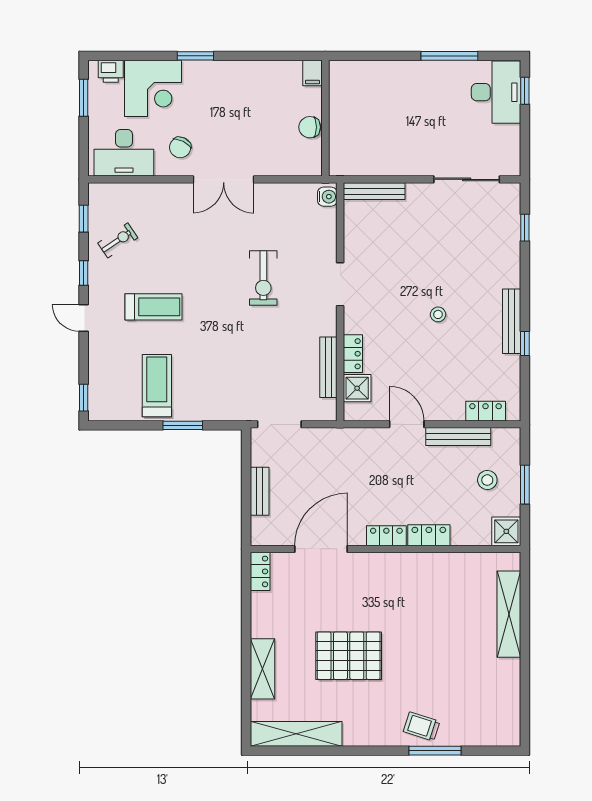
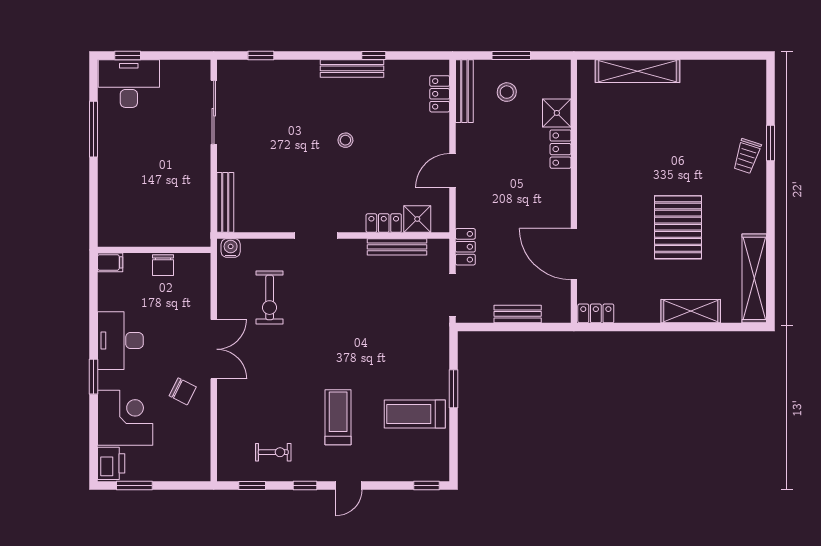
printer: (111, 71) -> (111, 463), width x1.36, depth x1.24
desk: (124, 153) -> (120, 341), moved, turned 180
exercise bike: (118, 240) -> (273, 452), turned 124
exercise bike: (263, 278) -> (270, 297), moved, turned 90
bench: (458, 437) -> (464, 91), moved
shower: (506, 531) -> (557, 113), moved
locker: (386, 536) -> (465, 247), moved, turned 180
window: (435, 751) -> (770, 143), width x0.69

